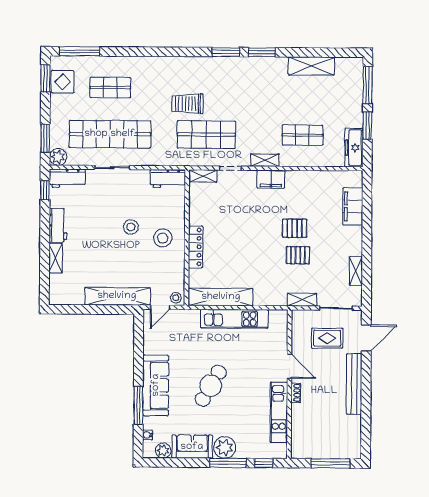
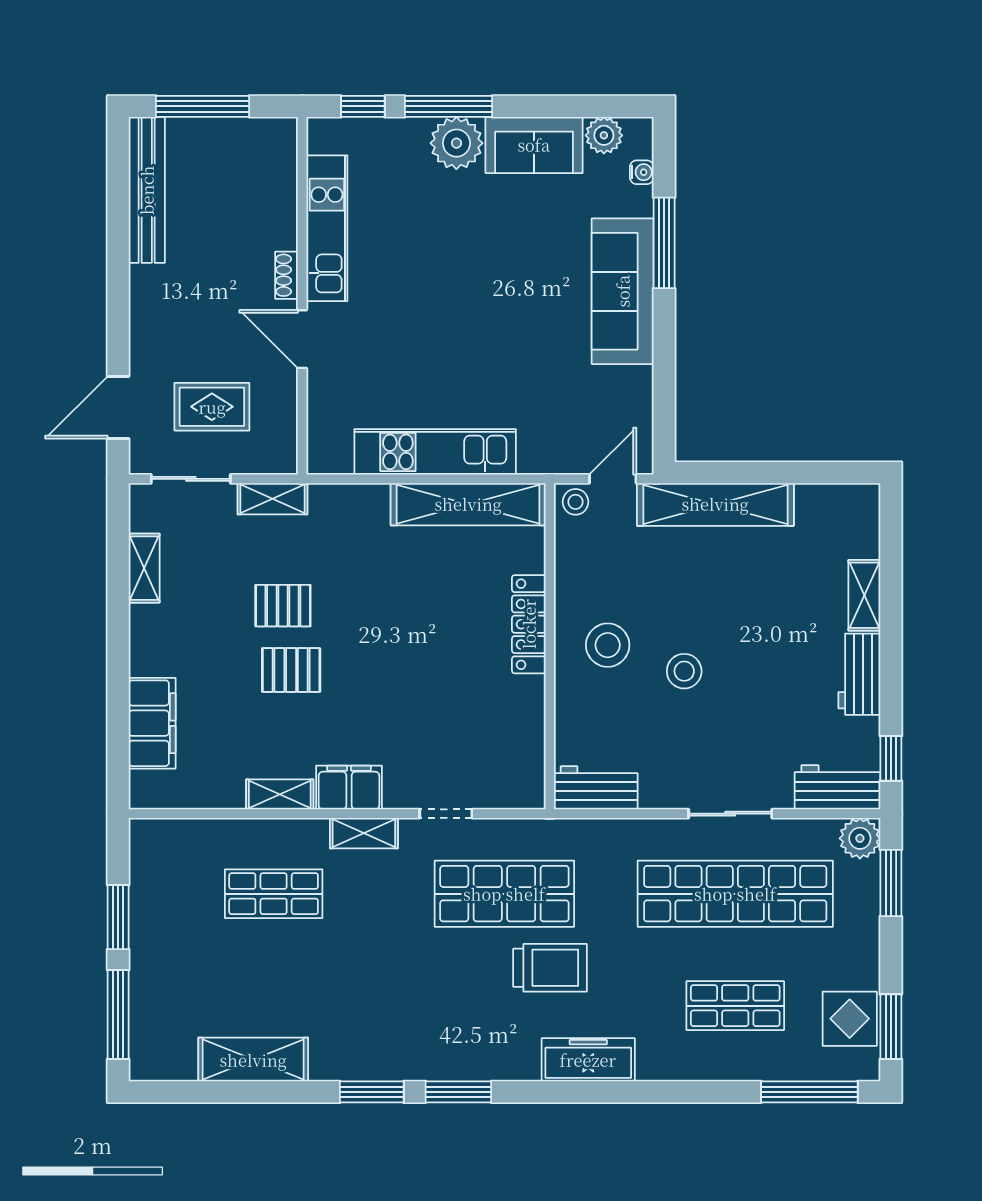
freezer: (354, 148) -> (588, 1060), moved, turned -90
shelving: (203, 176) -> (280, 794), moved
bench: (354, 384) -> (147, 190), moved
cafe table: (211, 386) -> (491, 291), removed

